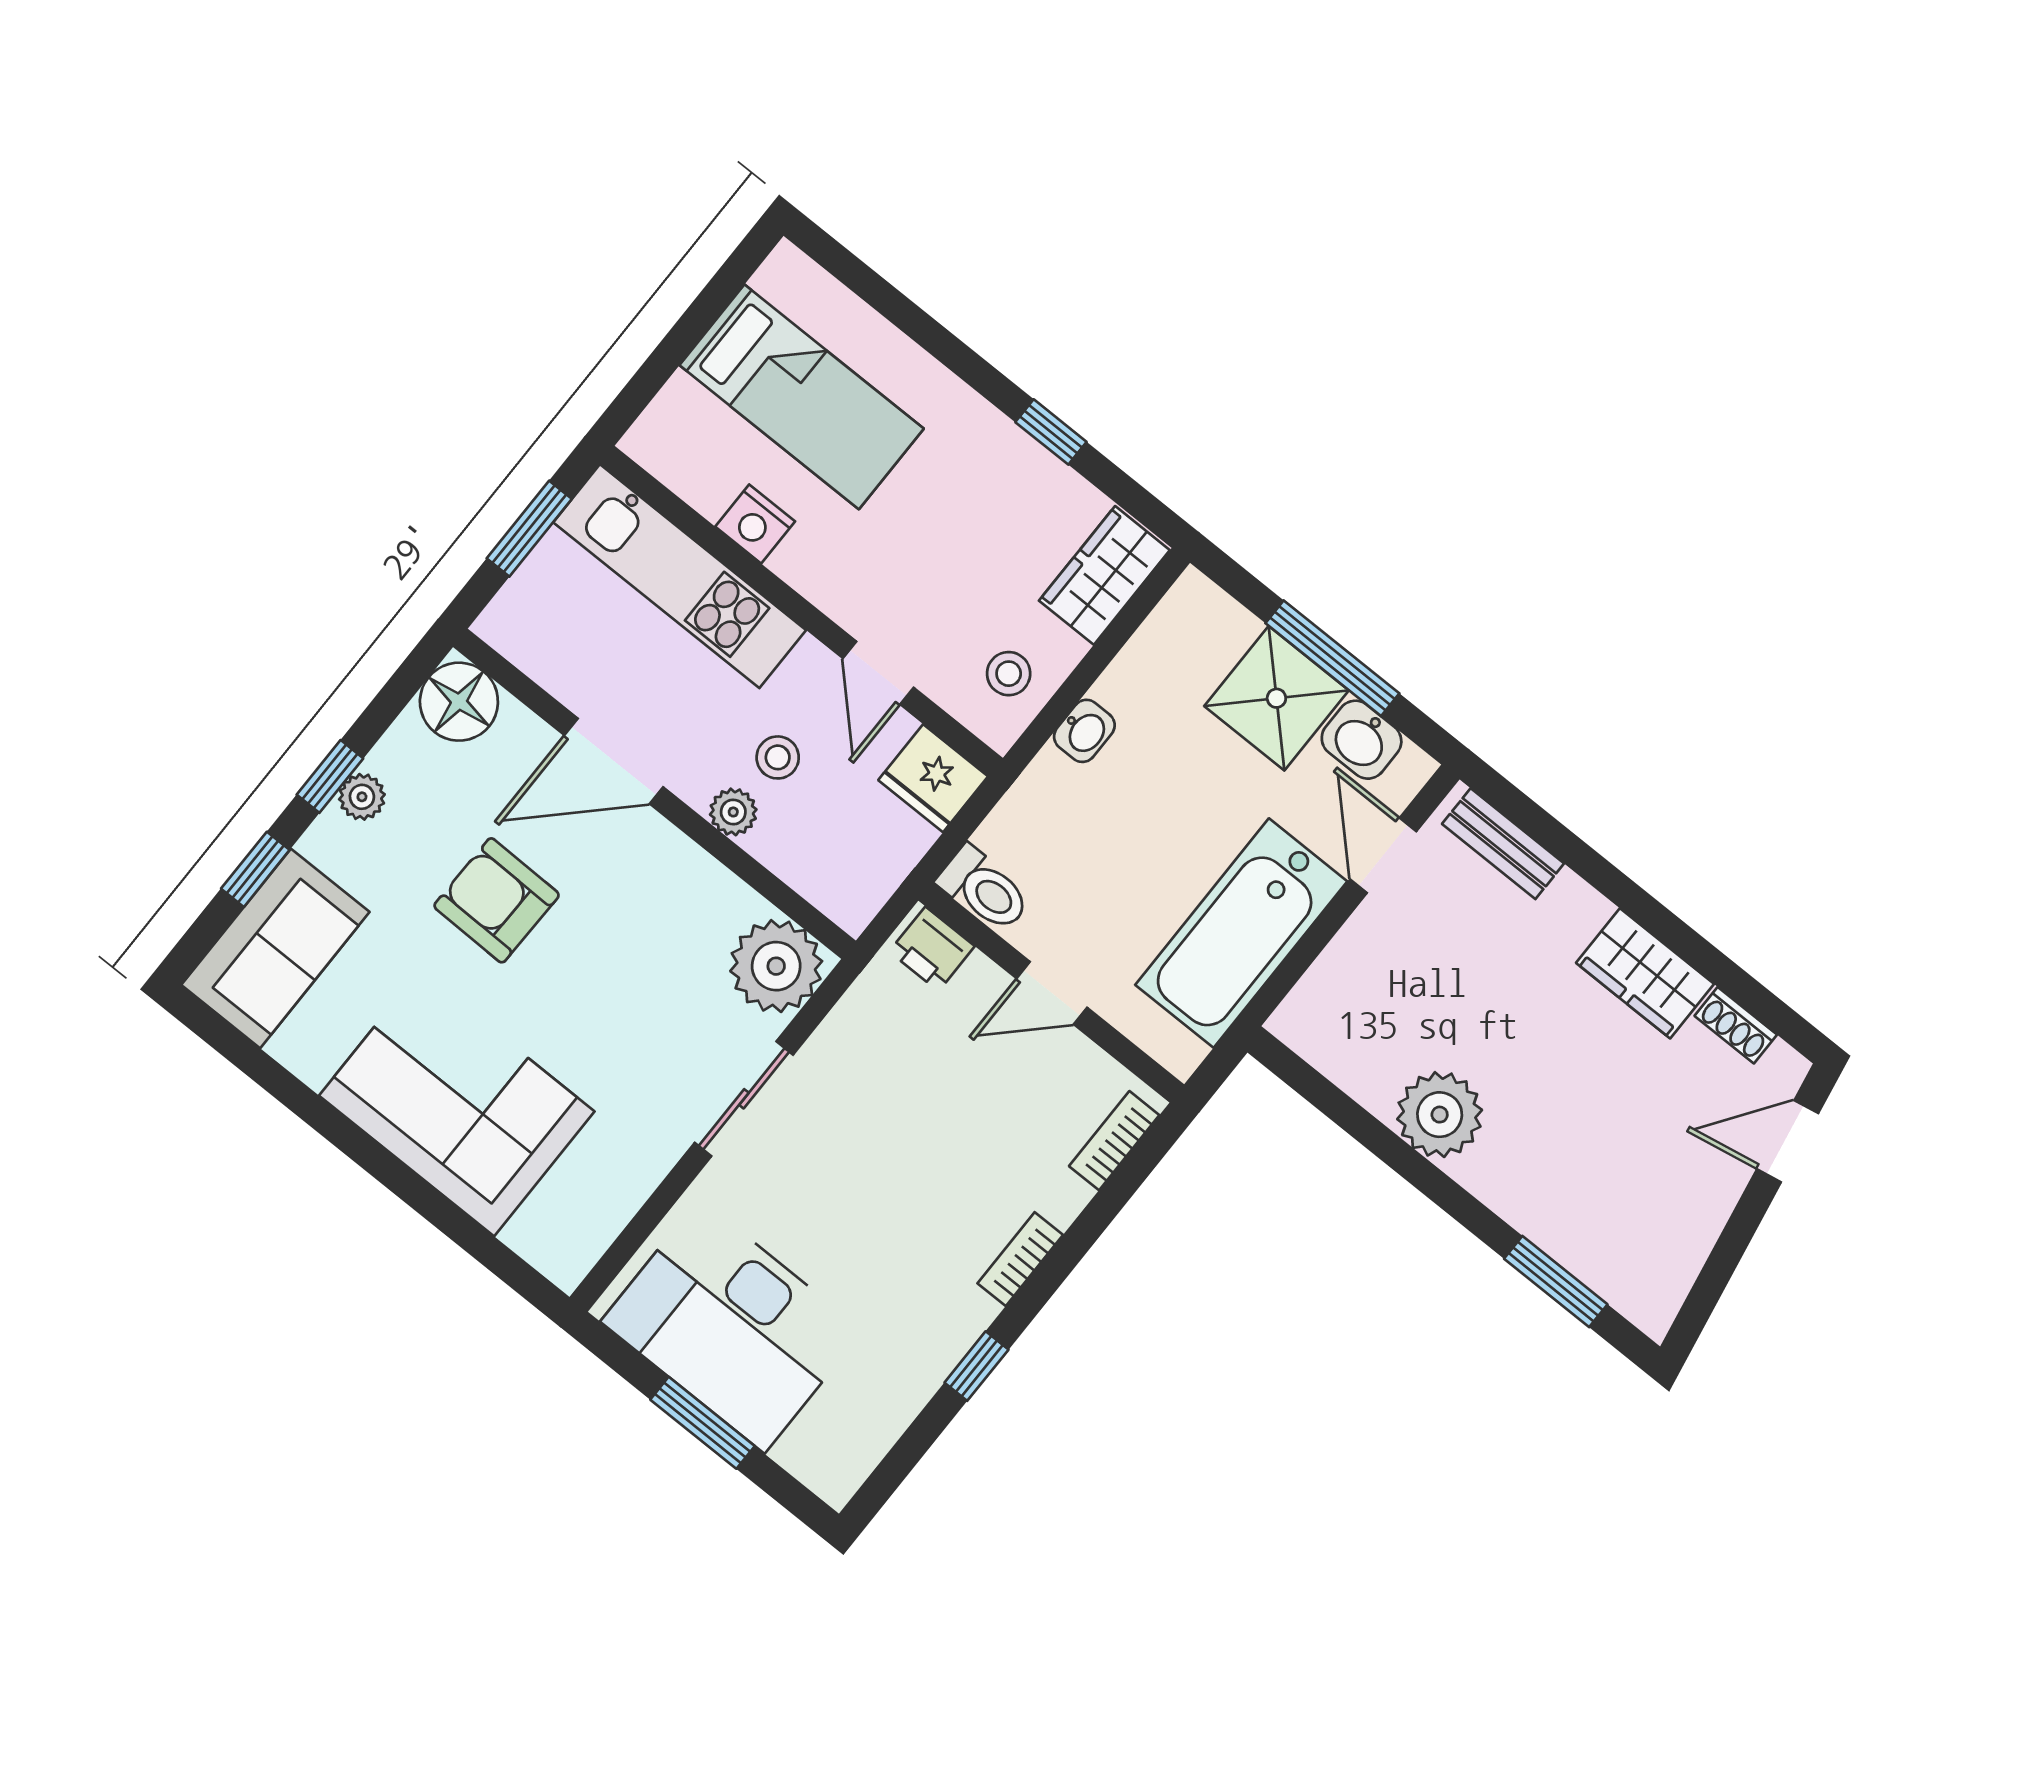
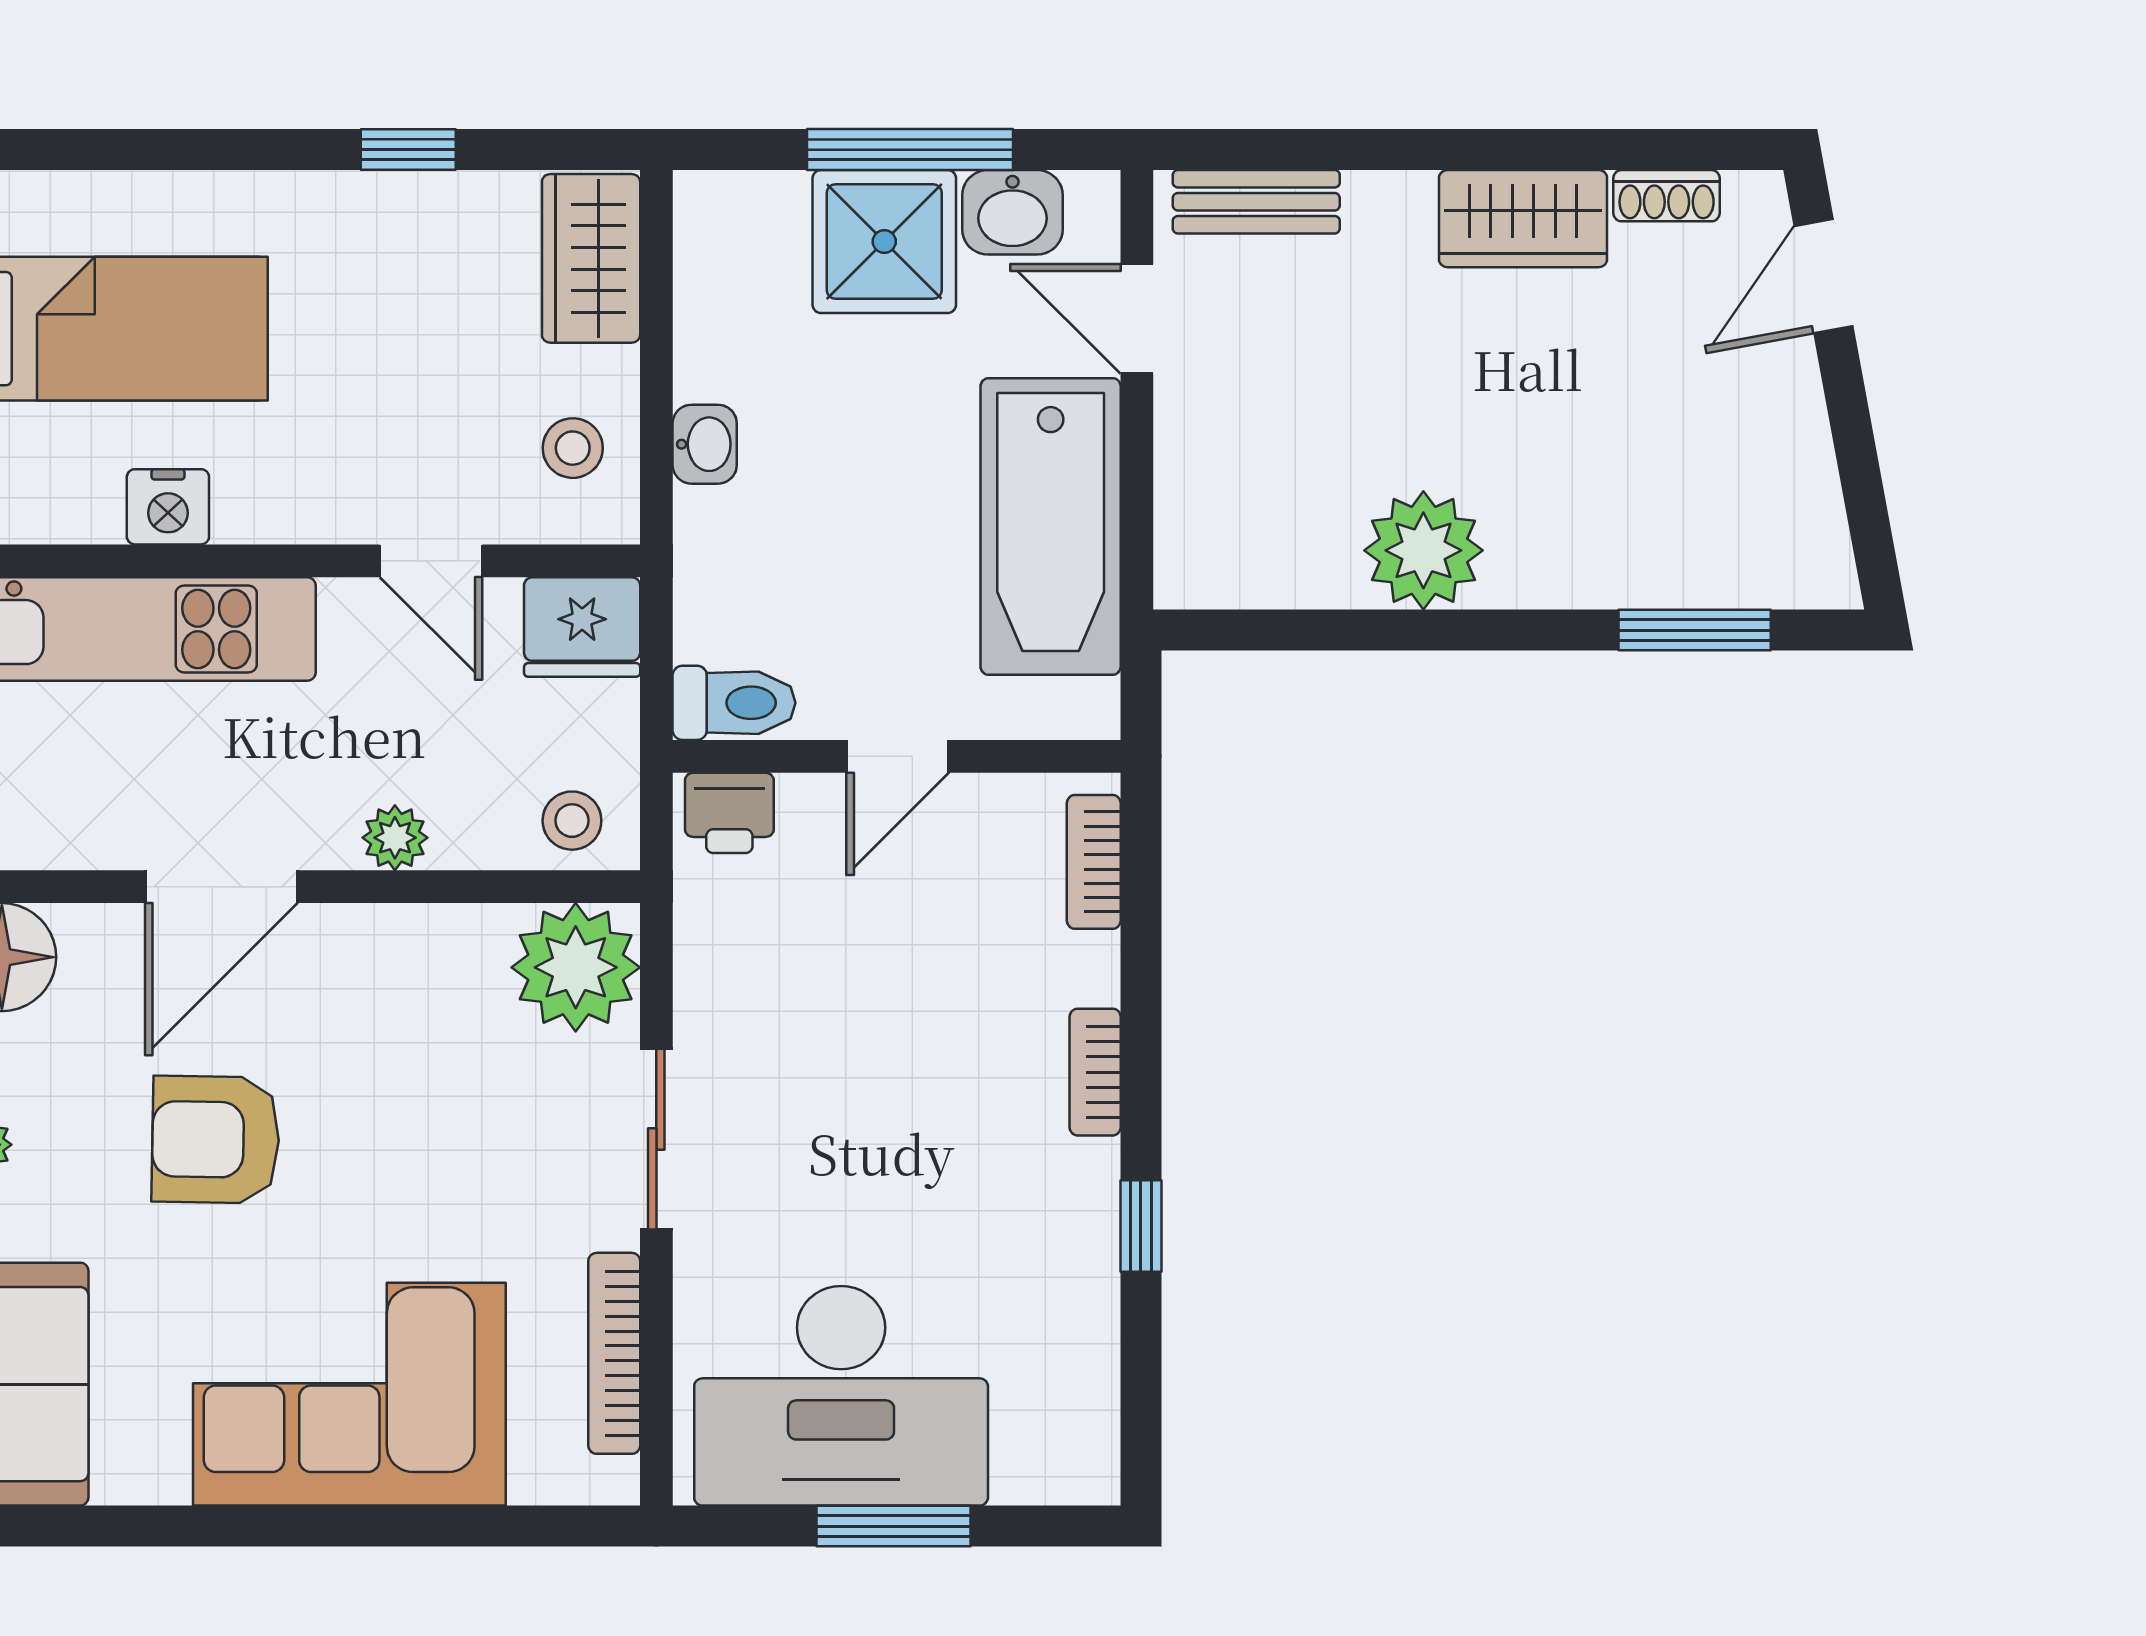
stool: (778, 757) -> (572, 821), moved
bookcase: (624, 1200) -> (614, 1353), added

